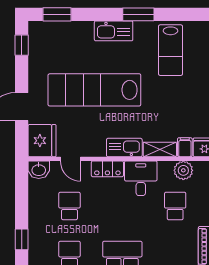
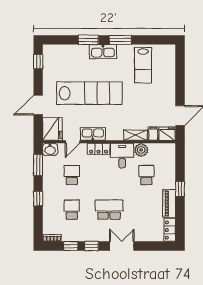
window: (57, 14) -> (88, 40), moved
lab bench: (94, 90) -> (89, 93), turned 180
kitchen sink: (124, 148) -> (93, 134), moved
door: (70, 159) -> (73, 142), hinge flipped
plant: (183, 170) -> (141, 150), moved
window: (22, 192) -> (38, 165), added

